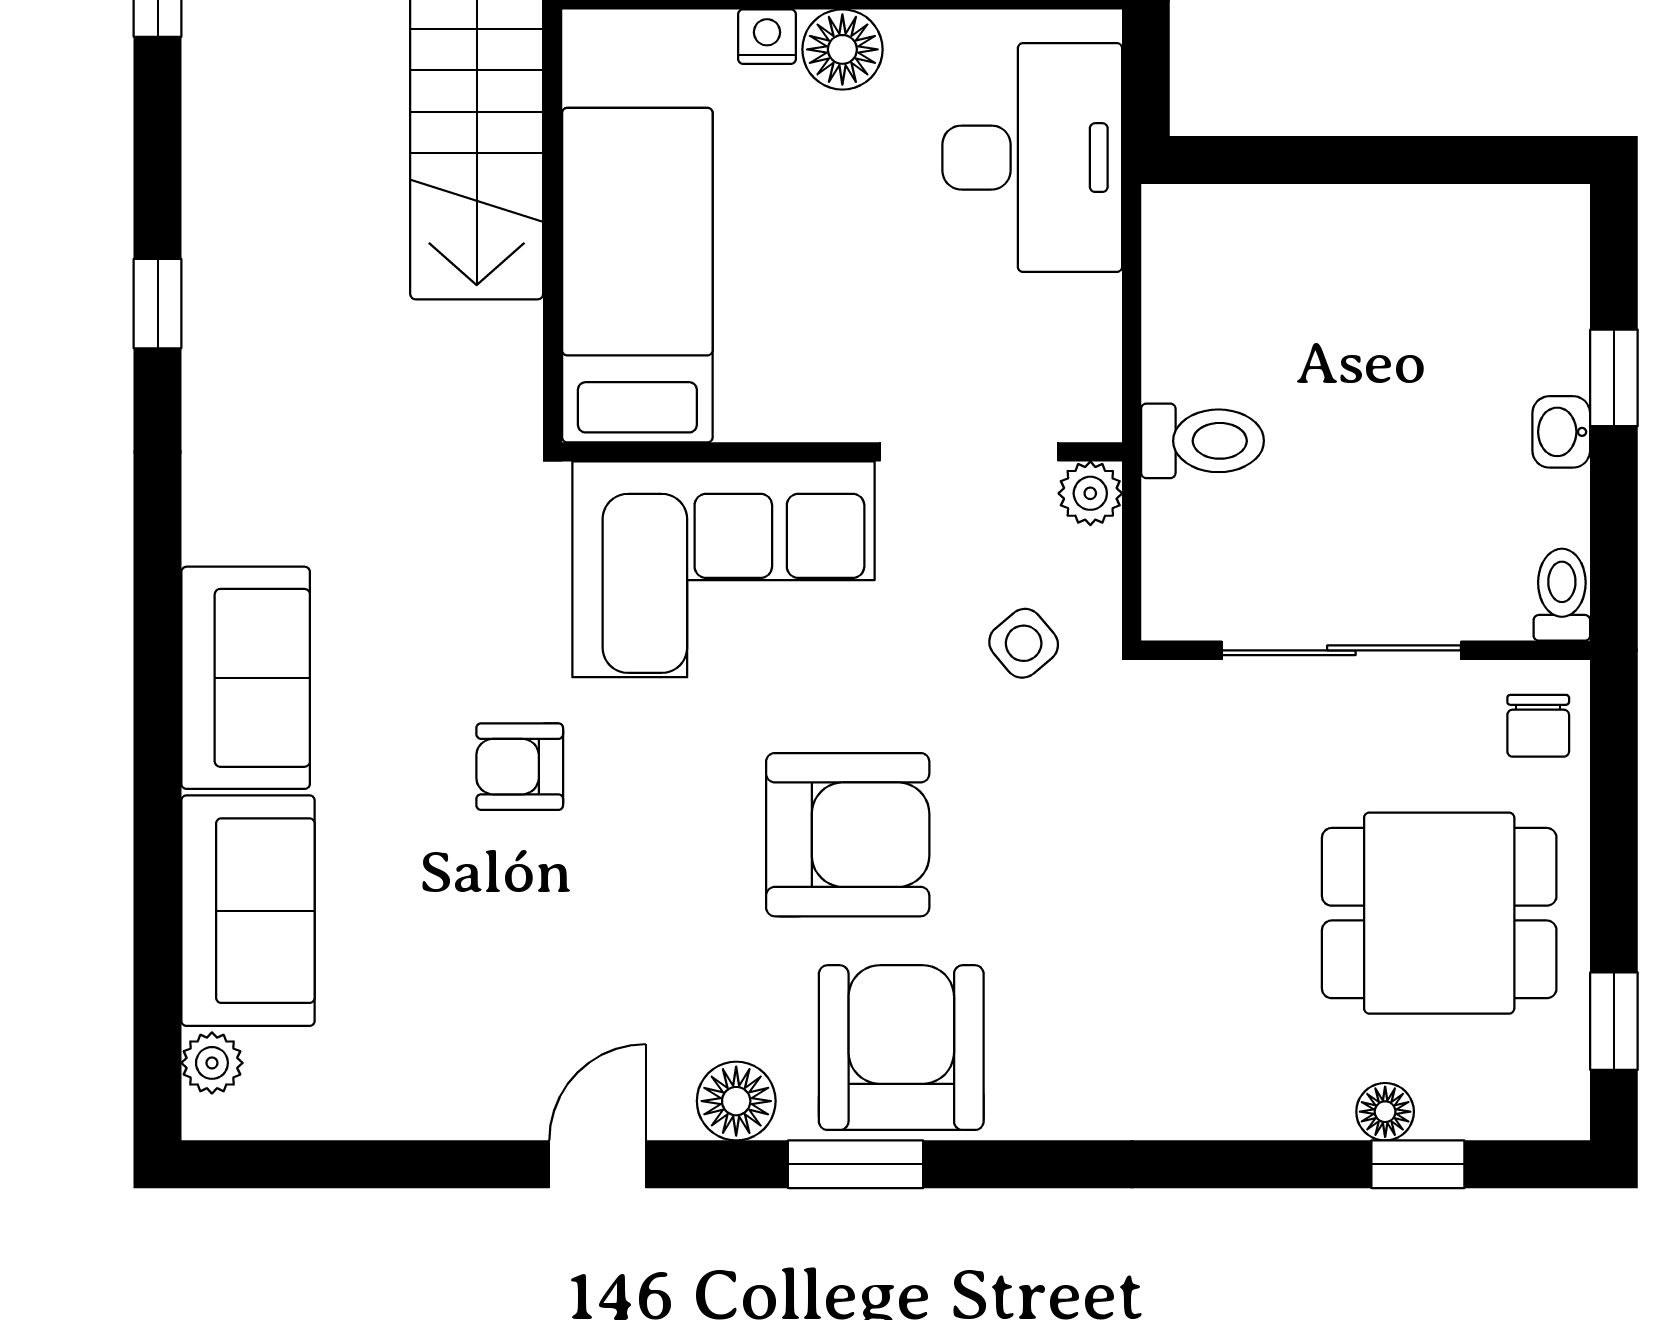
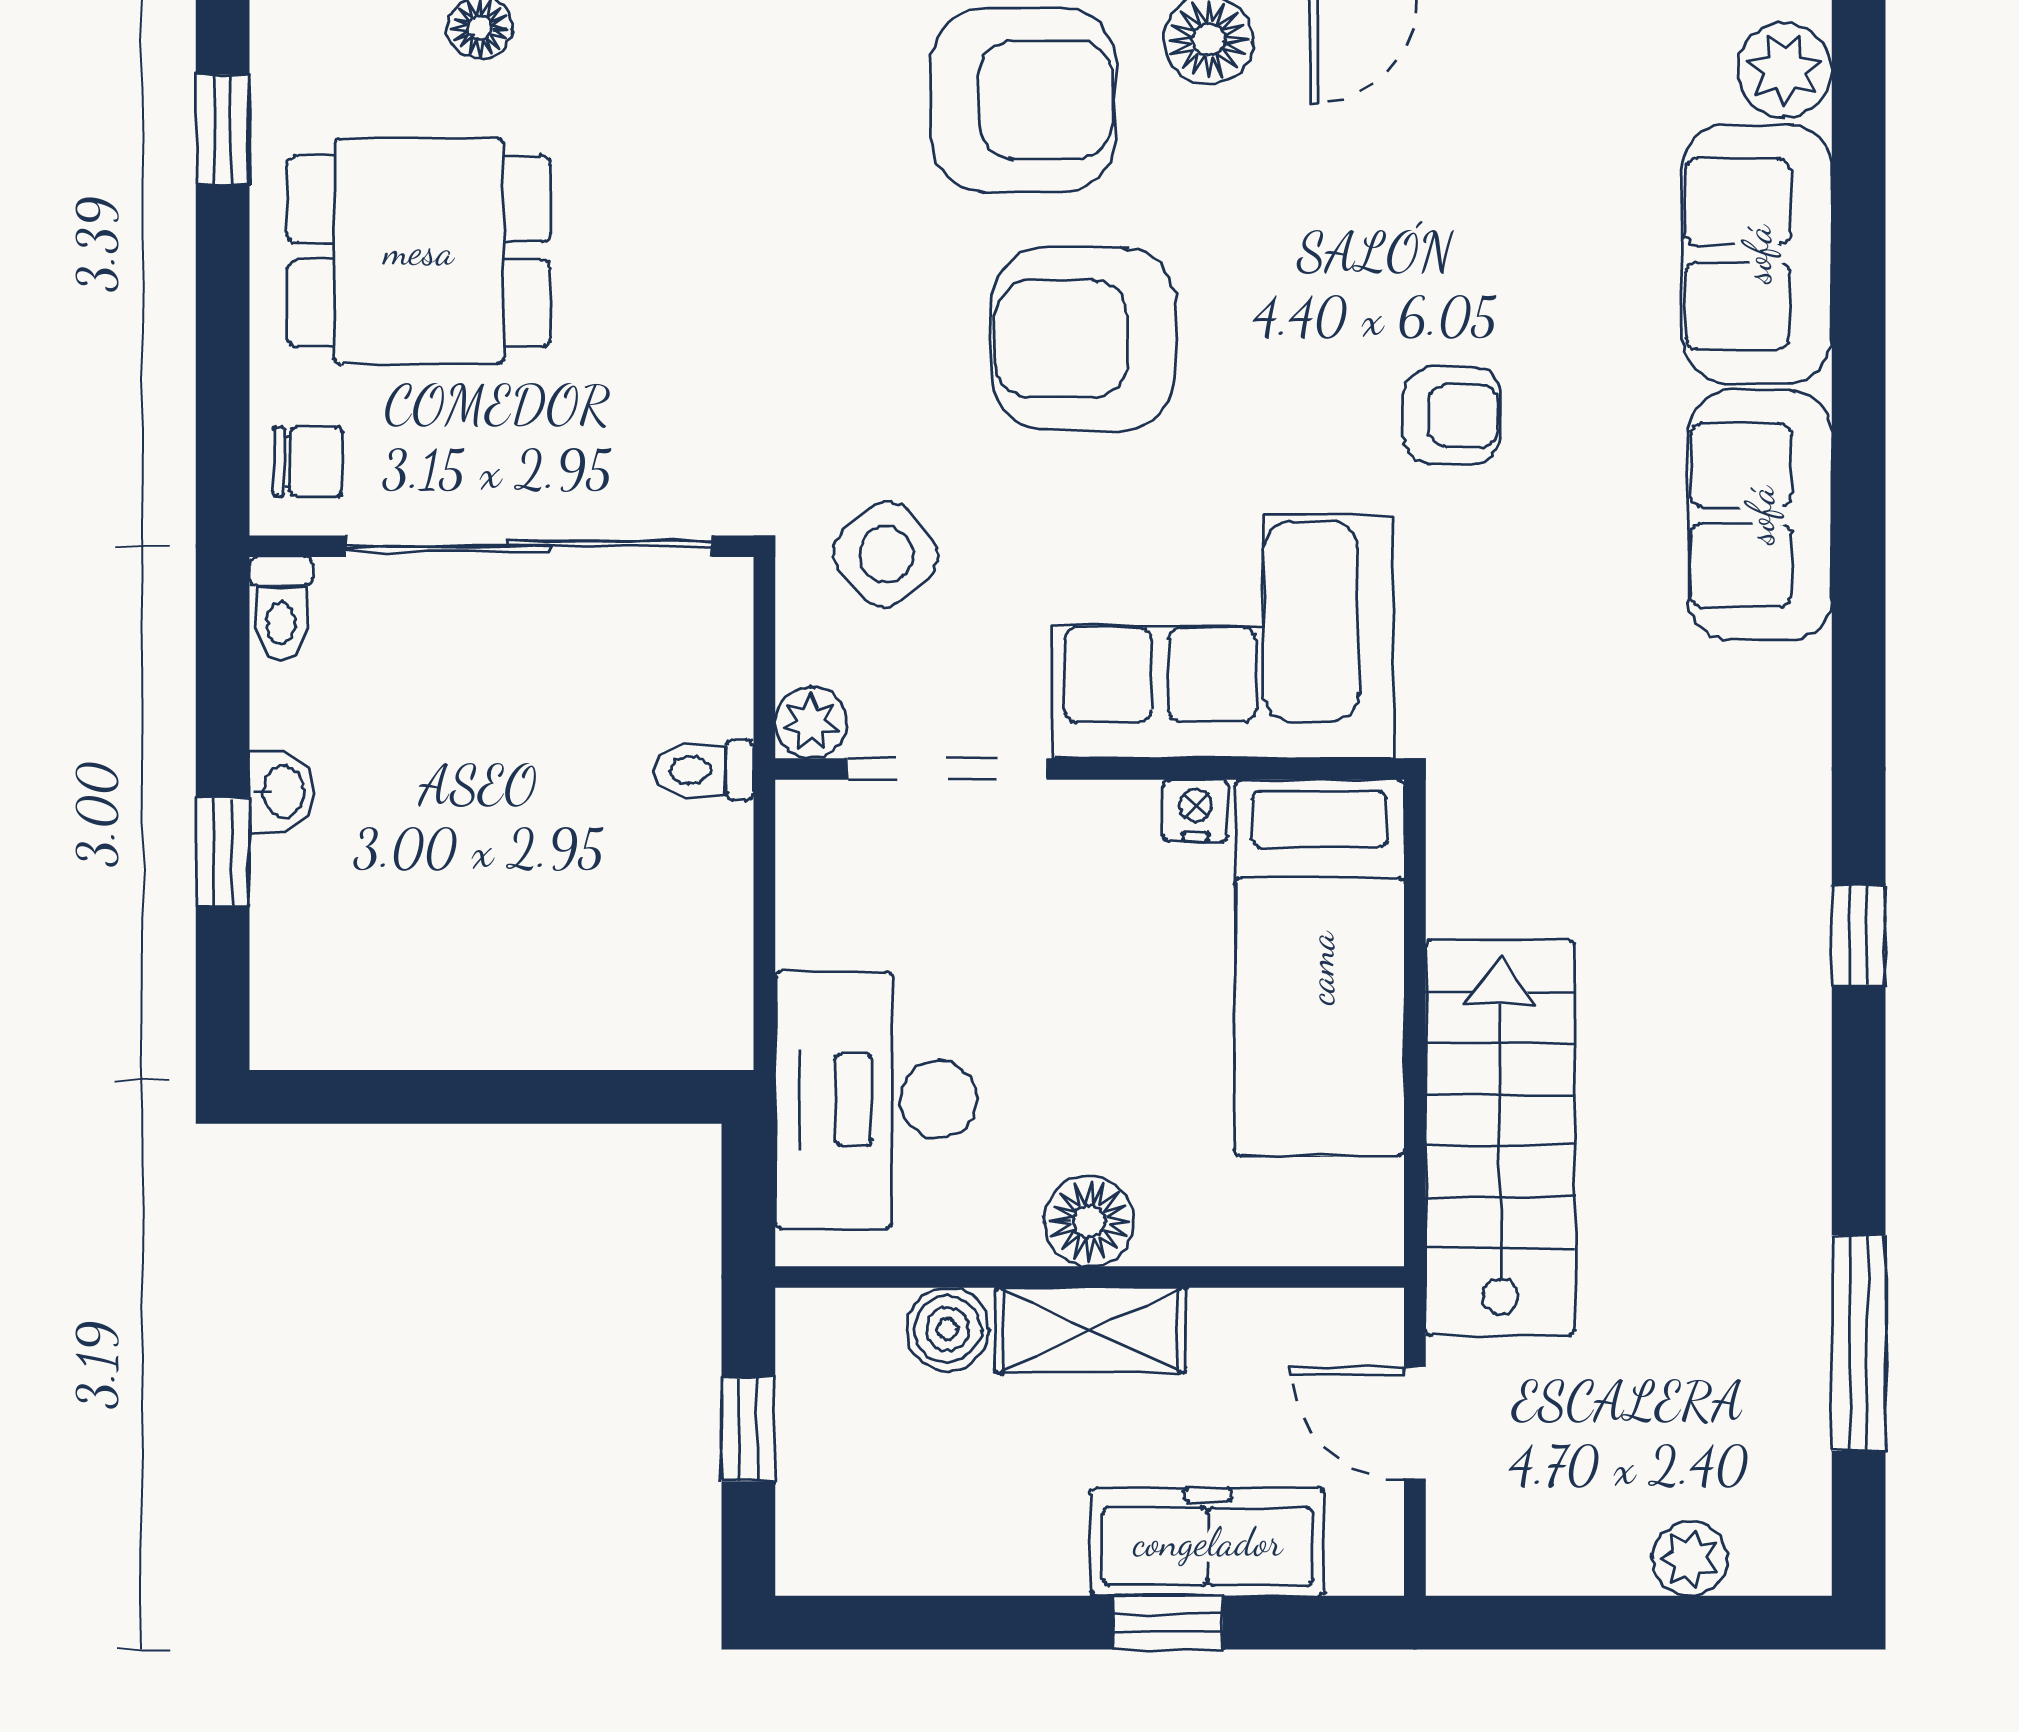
nightstand: (767, 37) -> (1195, 810), moved, turned 180
toilet: (1203, 441) -> (704, 770), width x0.73, depth x0.72
side table: (1024, 643) -> (886, 554), width x1.37, depth x1.37
sliding door: (1341, 650) -> (529, 546), width x1.36
chair: (1538, 726) -> (308, 461), turned 90
armchair: (901, 1048) -> (1023, 100), turned -90
plant: (212, 1063) -> (1785, 70), width x1.38, depth x1.38

